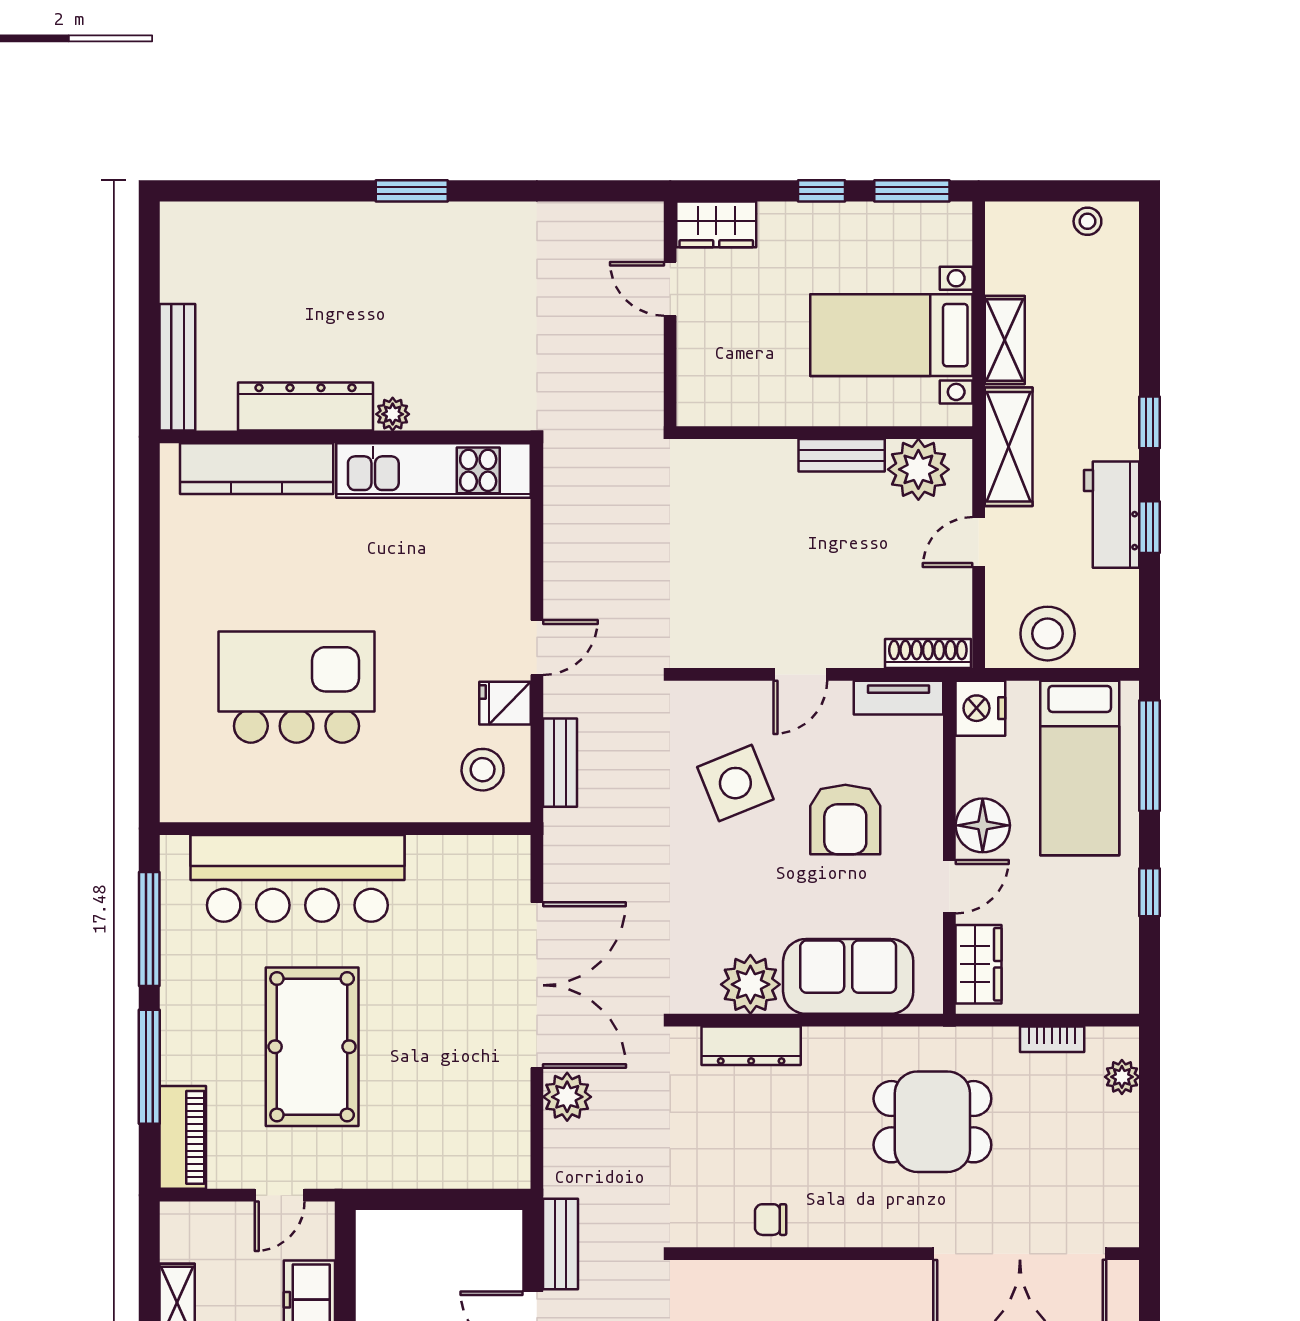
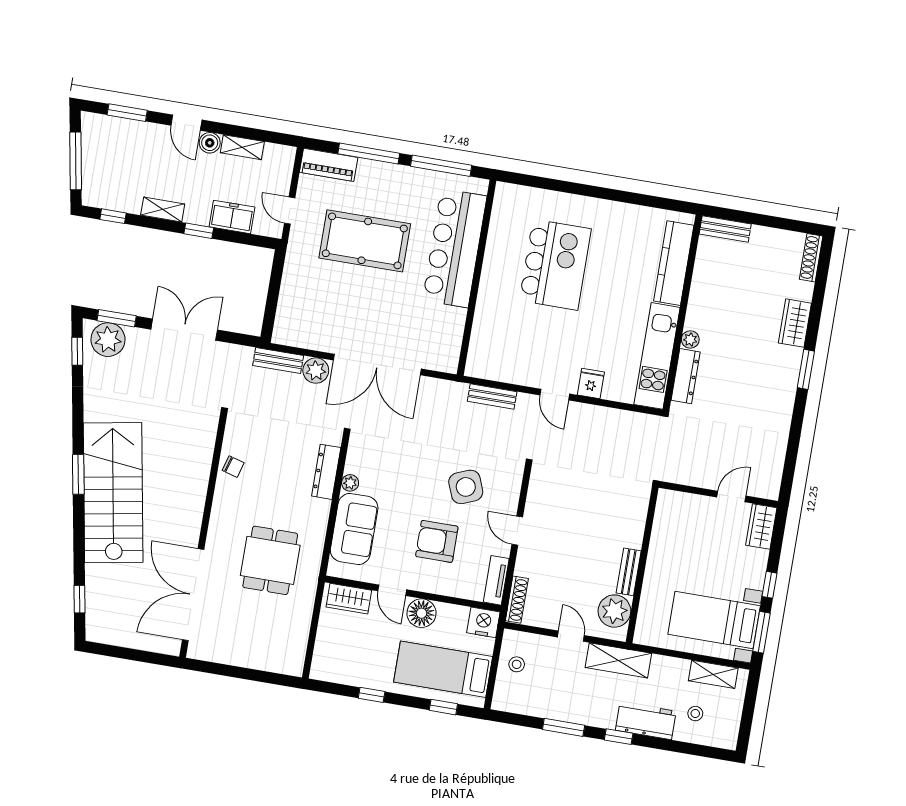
shoe rack: (204, 216) -> (811, 258), added
stool: (1087, 221) -> (695, 714), moved
wardrobe: (330, 226) -> (795, 323), added
bed with nightstands: (891, 335) -> (714, 620), moved, turned -90
shelving: (1005, 340) -> (713, 674), moved
bench: (177, 367) -> (725, 229), width x0.73
dresser: (305, 407) -> (686, 376), moved, width x0.73, depth x0.80
workbench: (1112, 515) -> (646, 721), moved
window: (1149, 527) -> (564, 727), width x1.50
stool: (1048, 634) -> (517, 664), width x0.53, depth x0.53
fridge: (505, 703) -> (591, 383), moved
window: (1149, 756) -> (443, 707), width x0.46
stool: (483, 770) -> (495, 355), removed
plant: (750, 984) -> (350, 483), width x0.53, depth x0.53
bookcase: (1052, 1039) -> (303, 631), removed
plant: (1122, 1077) -> (277, 664), removed
chair: (771, 1220) -> (233, 467), turned 106
bench: (560, 1244) -> (278, 361), moved

